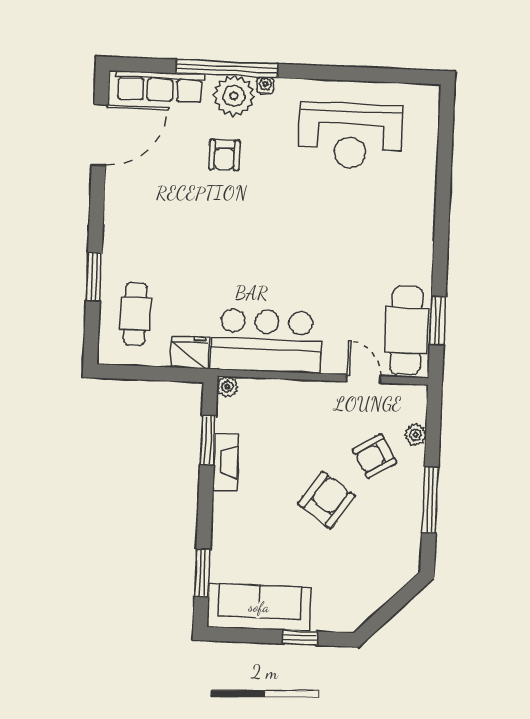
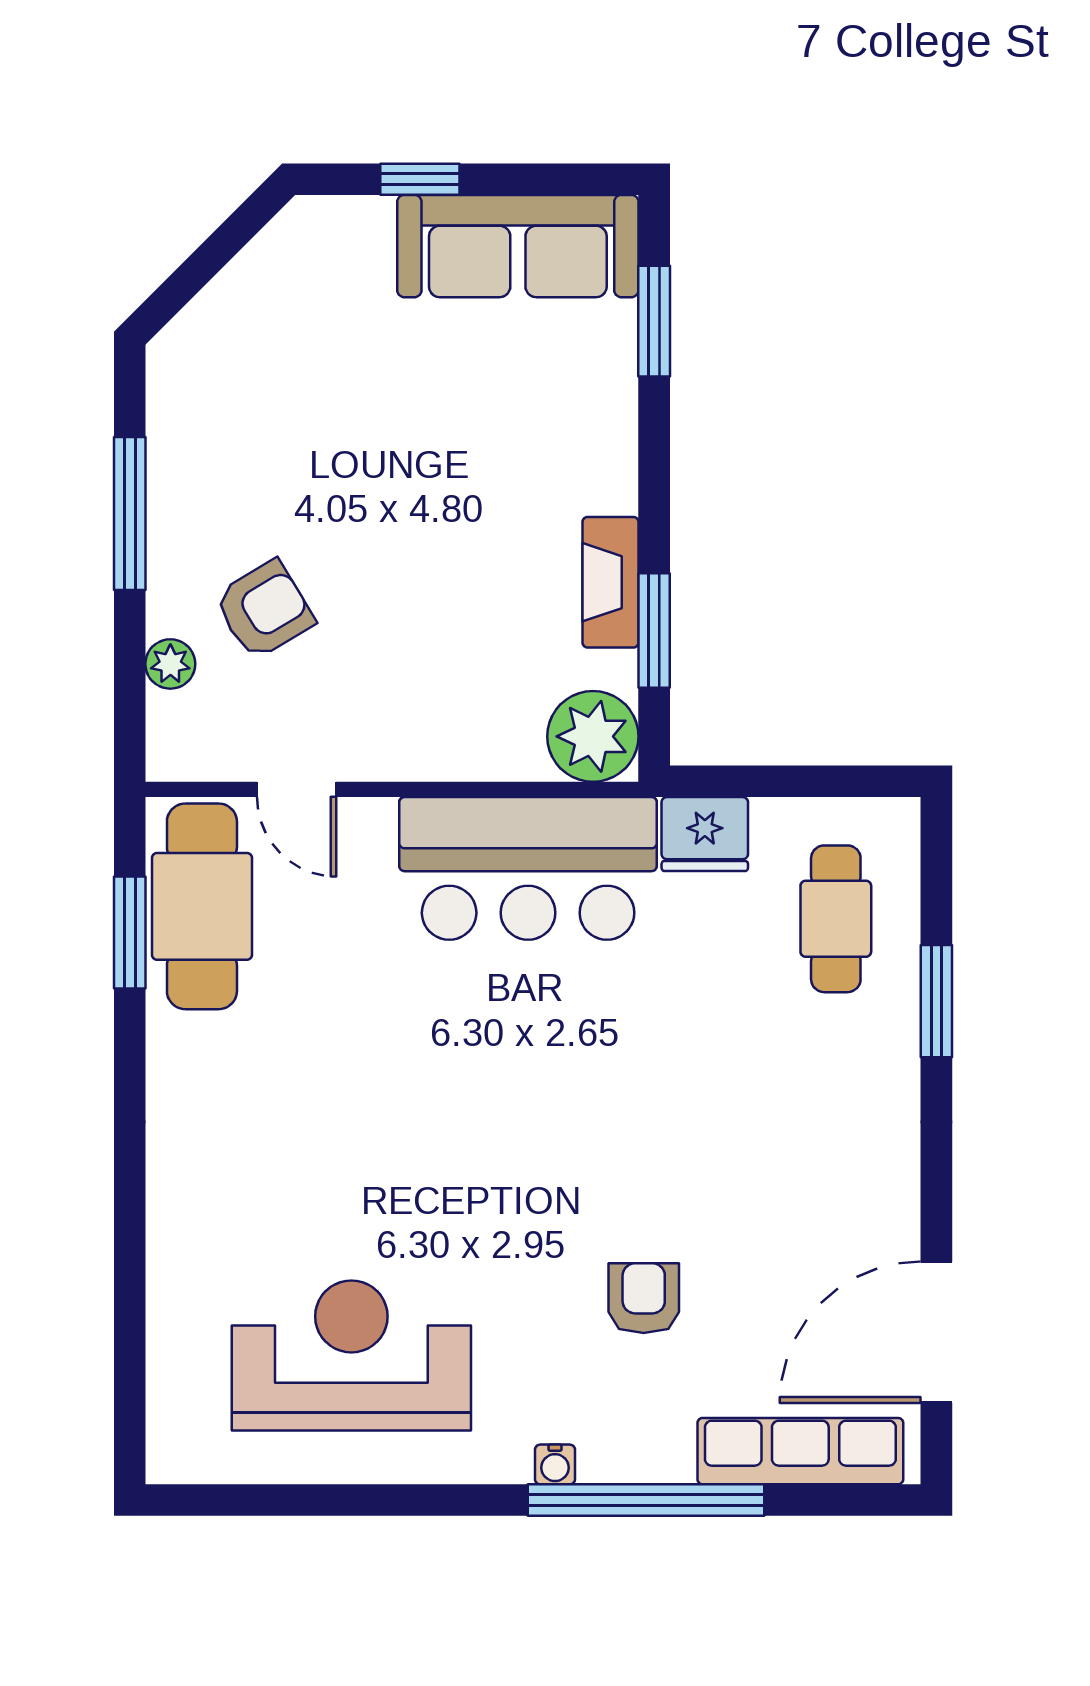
plant: (234, 96) -> (628, 1437), removed
plant: (227, 387) -> (593, 736), width x1.88, depth x1.88
armchair: (327, 500) -> (371, 503), removed

